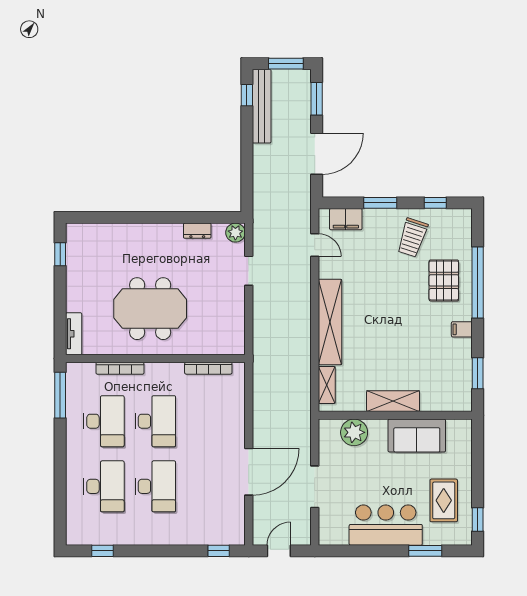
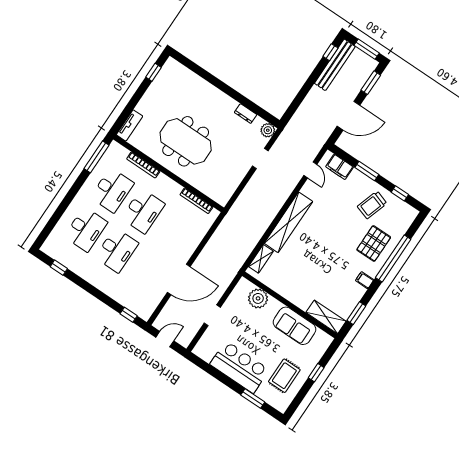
shelving: (393, 401) -> (326, 317), moved
doorway: (315, 487) -> (212, 315), width x0.73
window: (478, 520) -> (316, 373), moved

